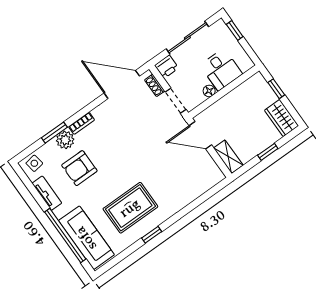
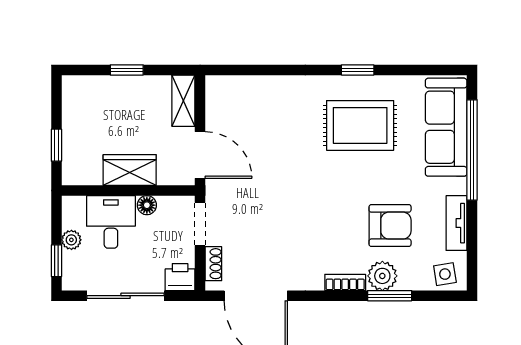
plant: (235, 46) -> (71, 240), added
wardrobe: (282, 118) -> (130, 170), moved, turned -90

